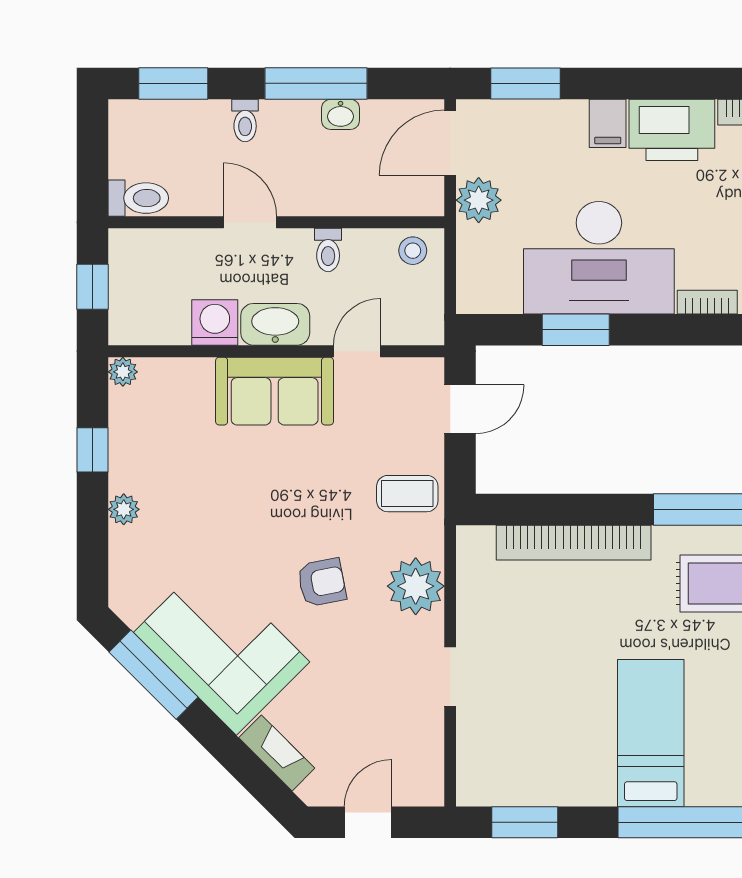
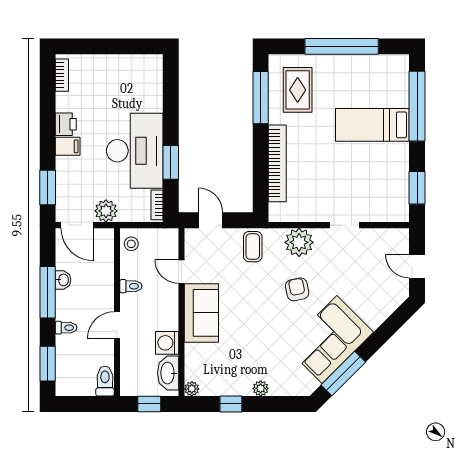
printer: (672, 130) -> (66, 124), width x0.53, depth x0.68
bookcase: (707, 302) -> (157, 205), moved
washbasin: (275, 324) -> (168, 373), moved
fireplace: (277, 753) -> (382, 312), removed

